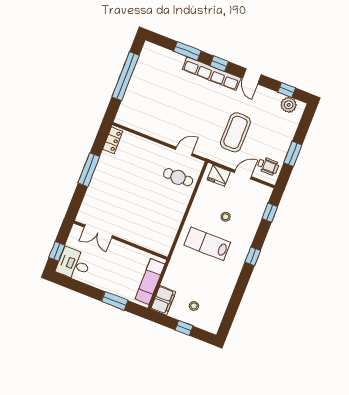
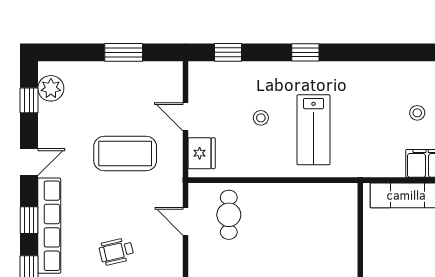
wheelchair: (268, 166) -> (116, 251), moved, turned -103

